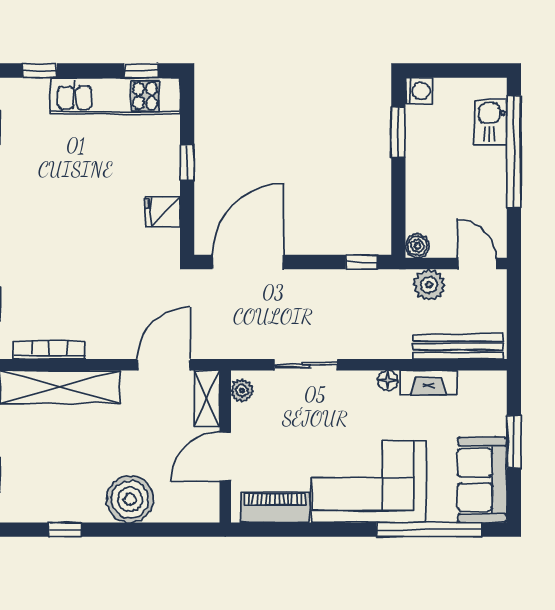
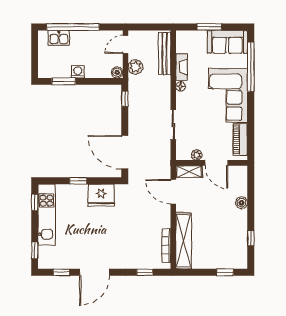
washing machine: (419, 91) -> (78, 72), moved
fridge: (162, 212) -> (101, 195), width x1.88, depth x1.34
plant: (242, 390) -> (197, 155), moved
boiler: (130, 499) -> (242, 203), width x0.54, depth x0.54

